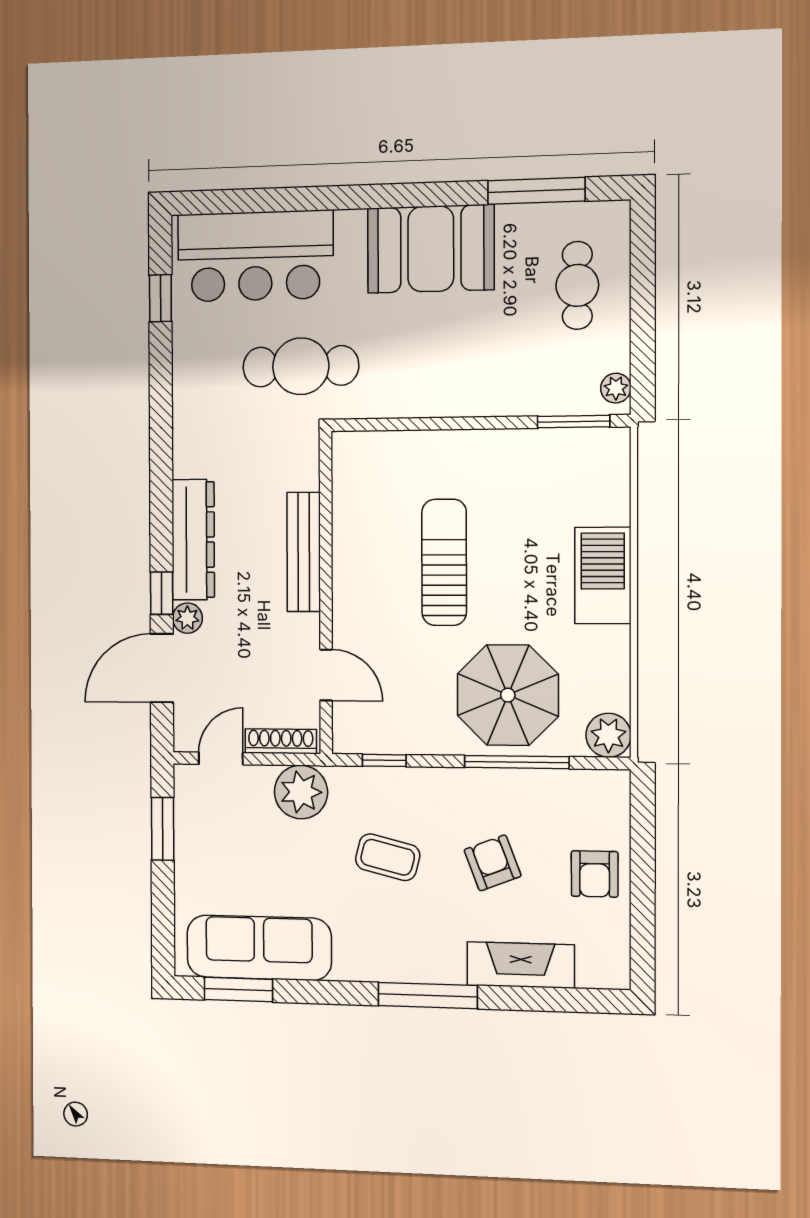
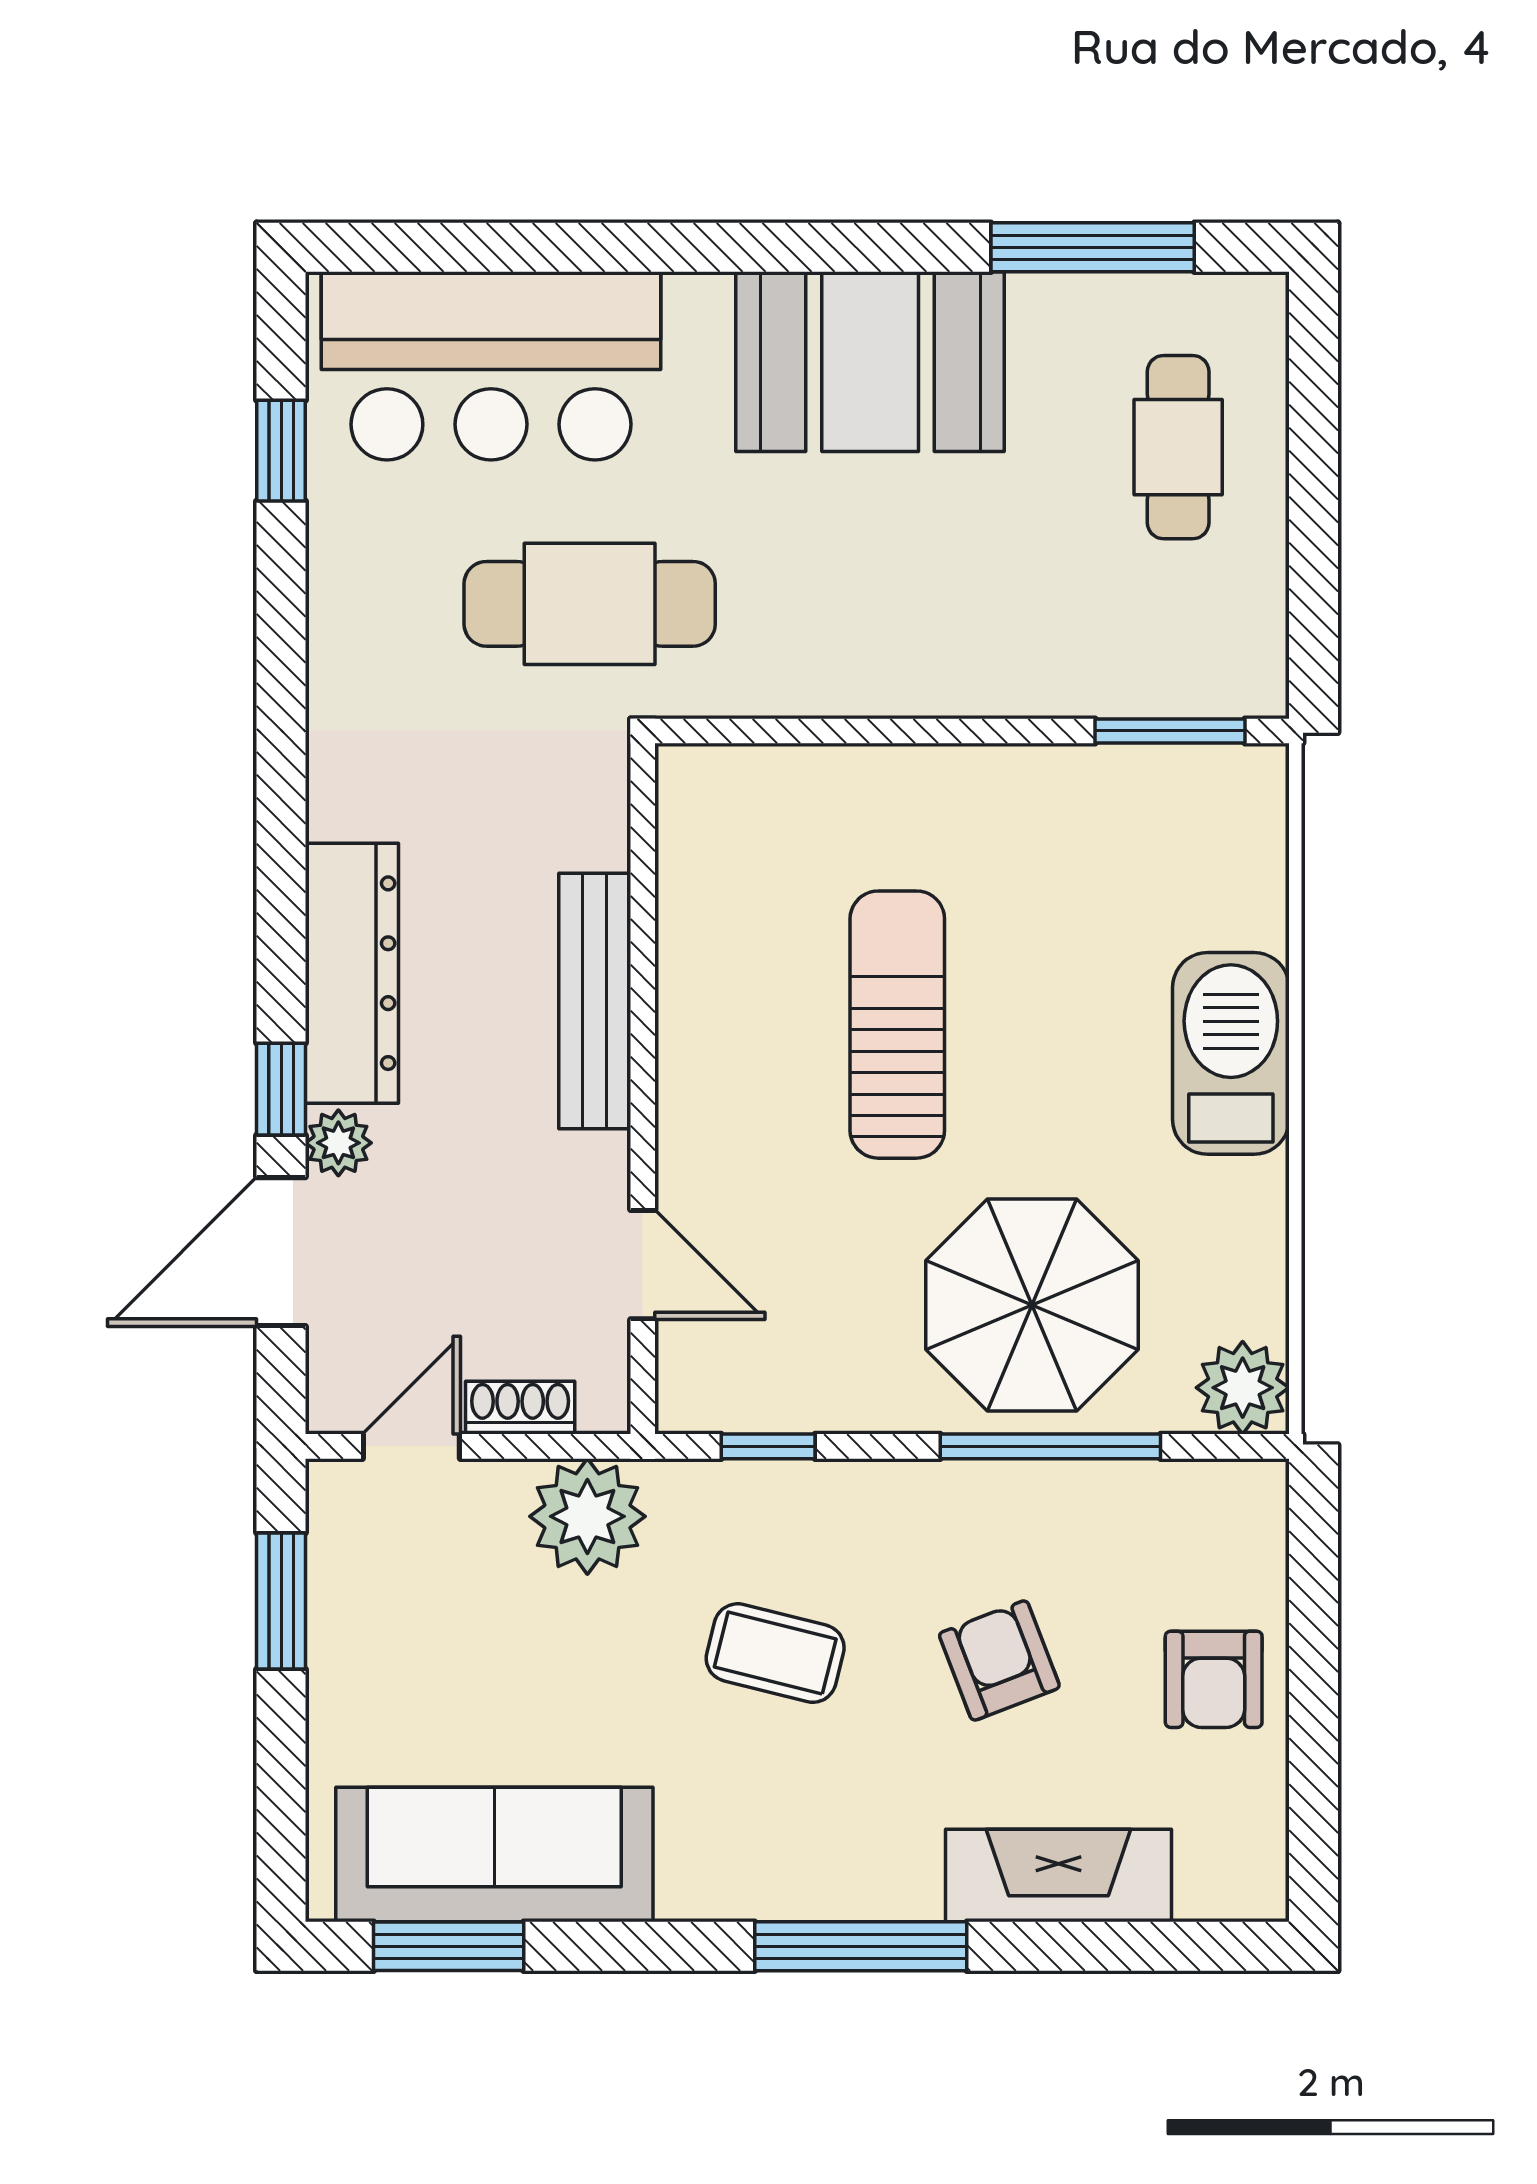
plant: (616, 388) -> (1258, 663), removed
shoe rack: (281, 741) -> (520, 1408), width x0.70

